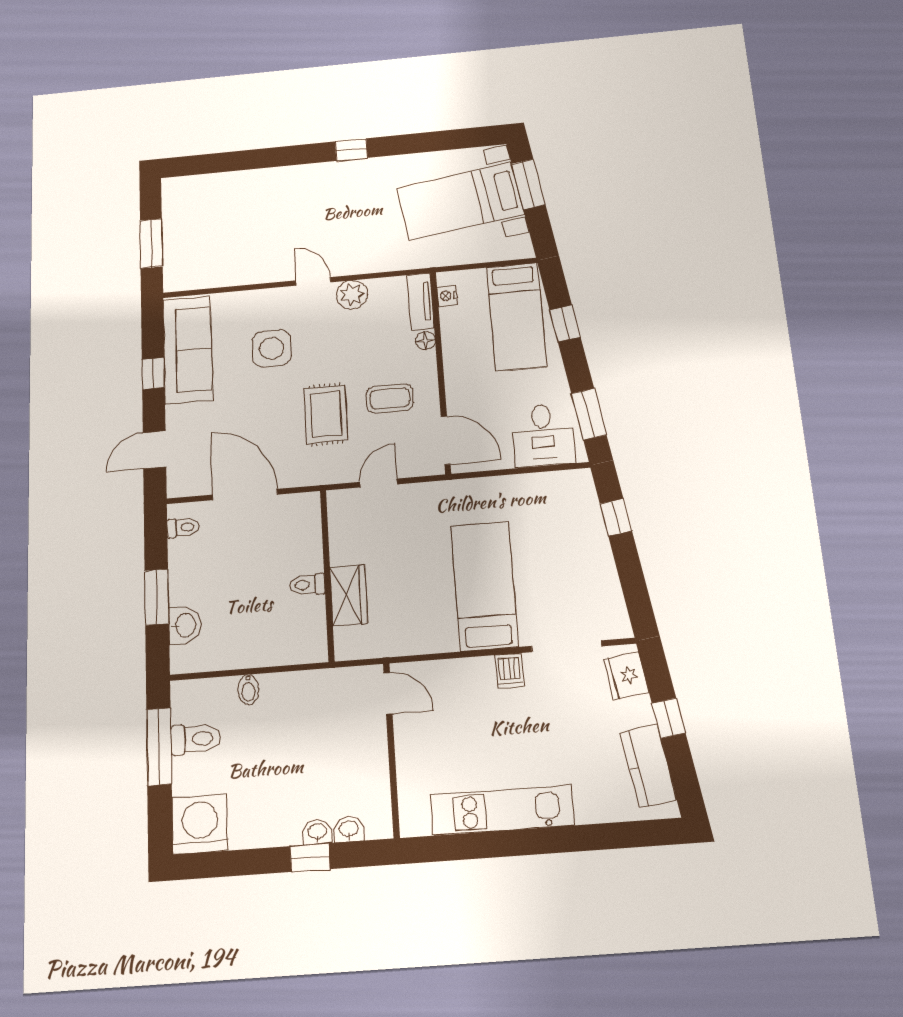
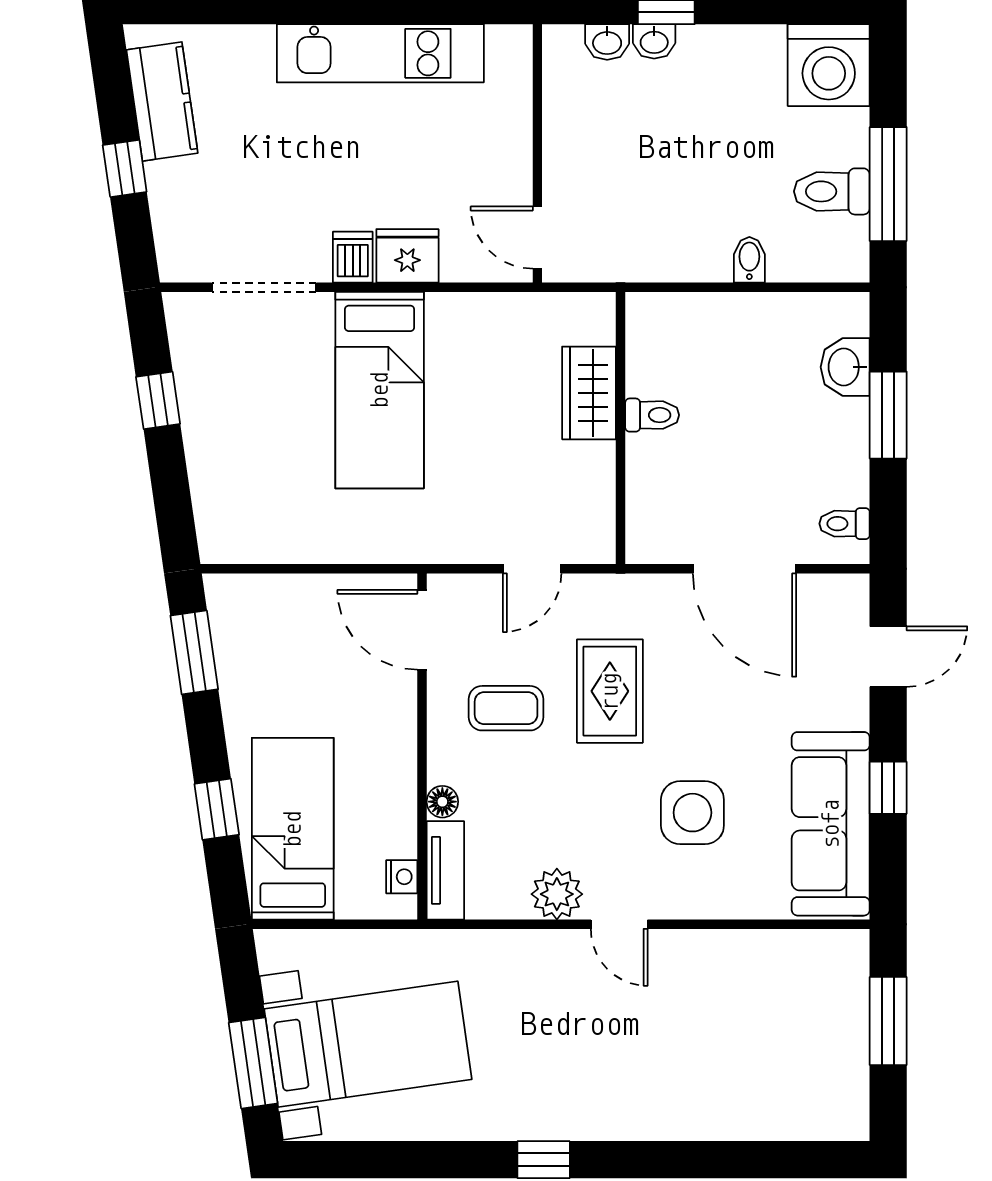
desk: (543, 435) -> (269, 624), removed
window: (616, 517) -> (158, 400), moved
fridge: (626, 676) -> (407, 256), moved, turned -82

